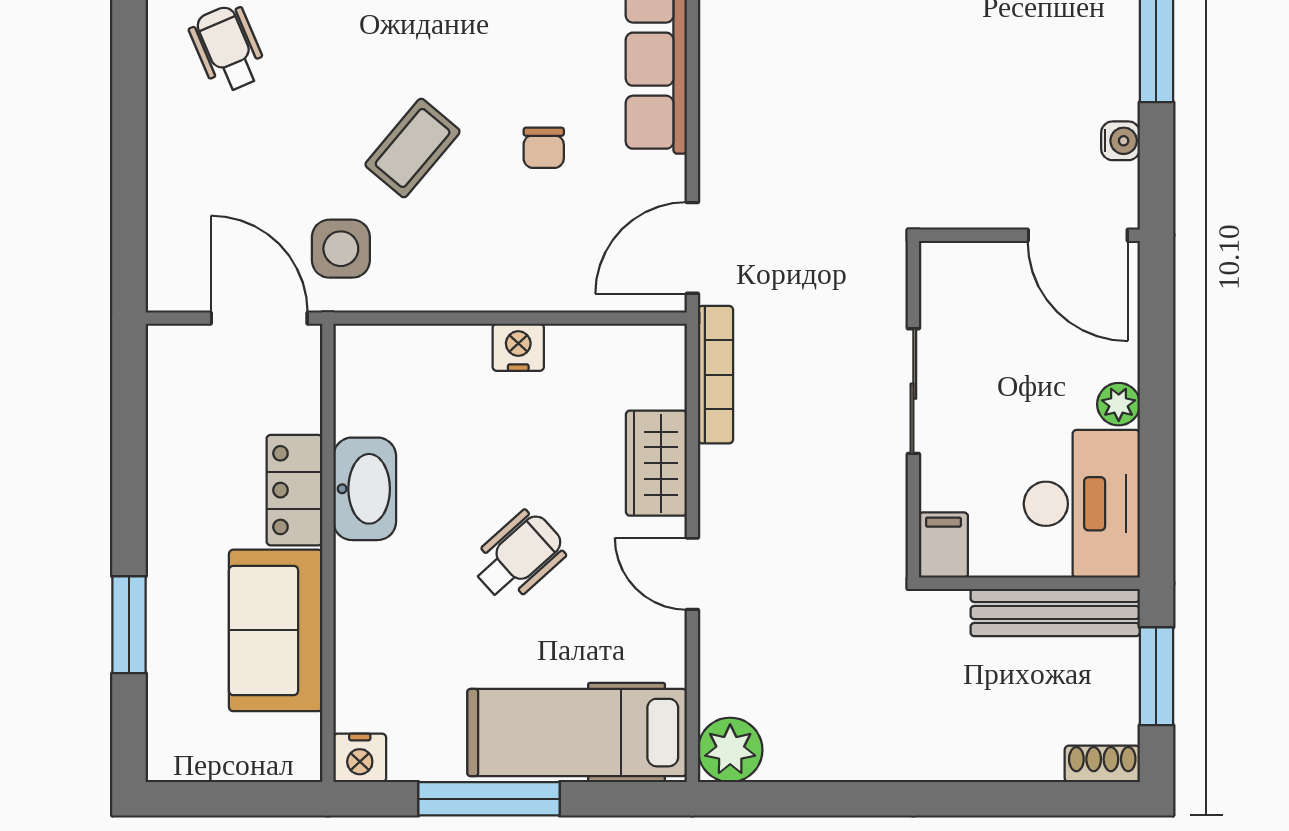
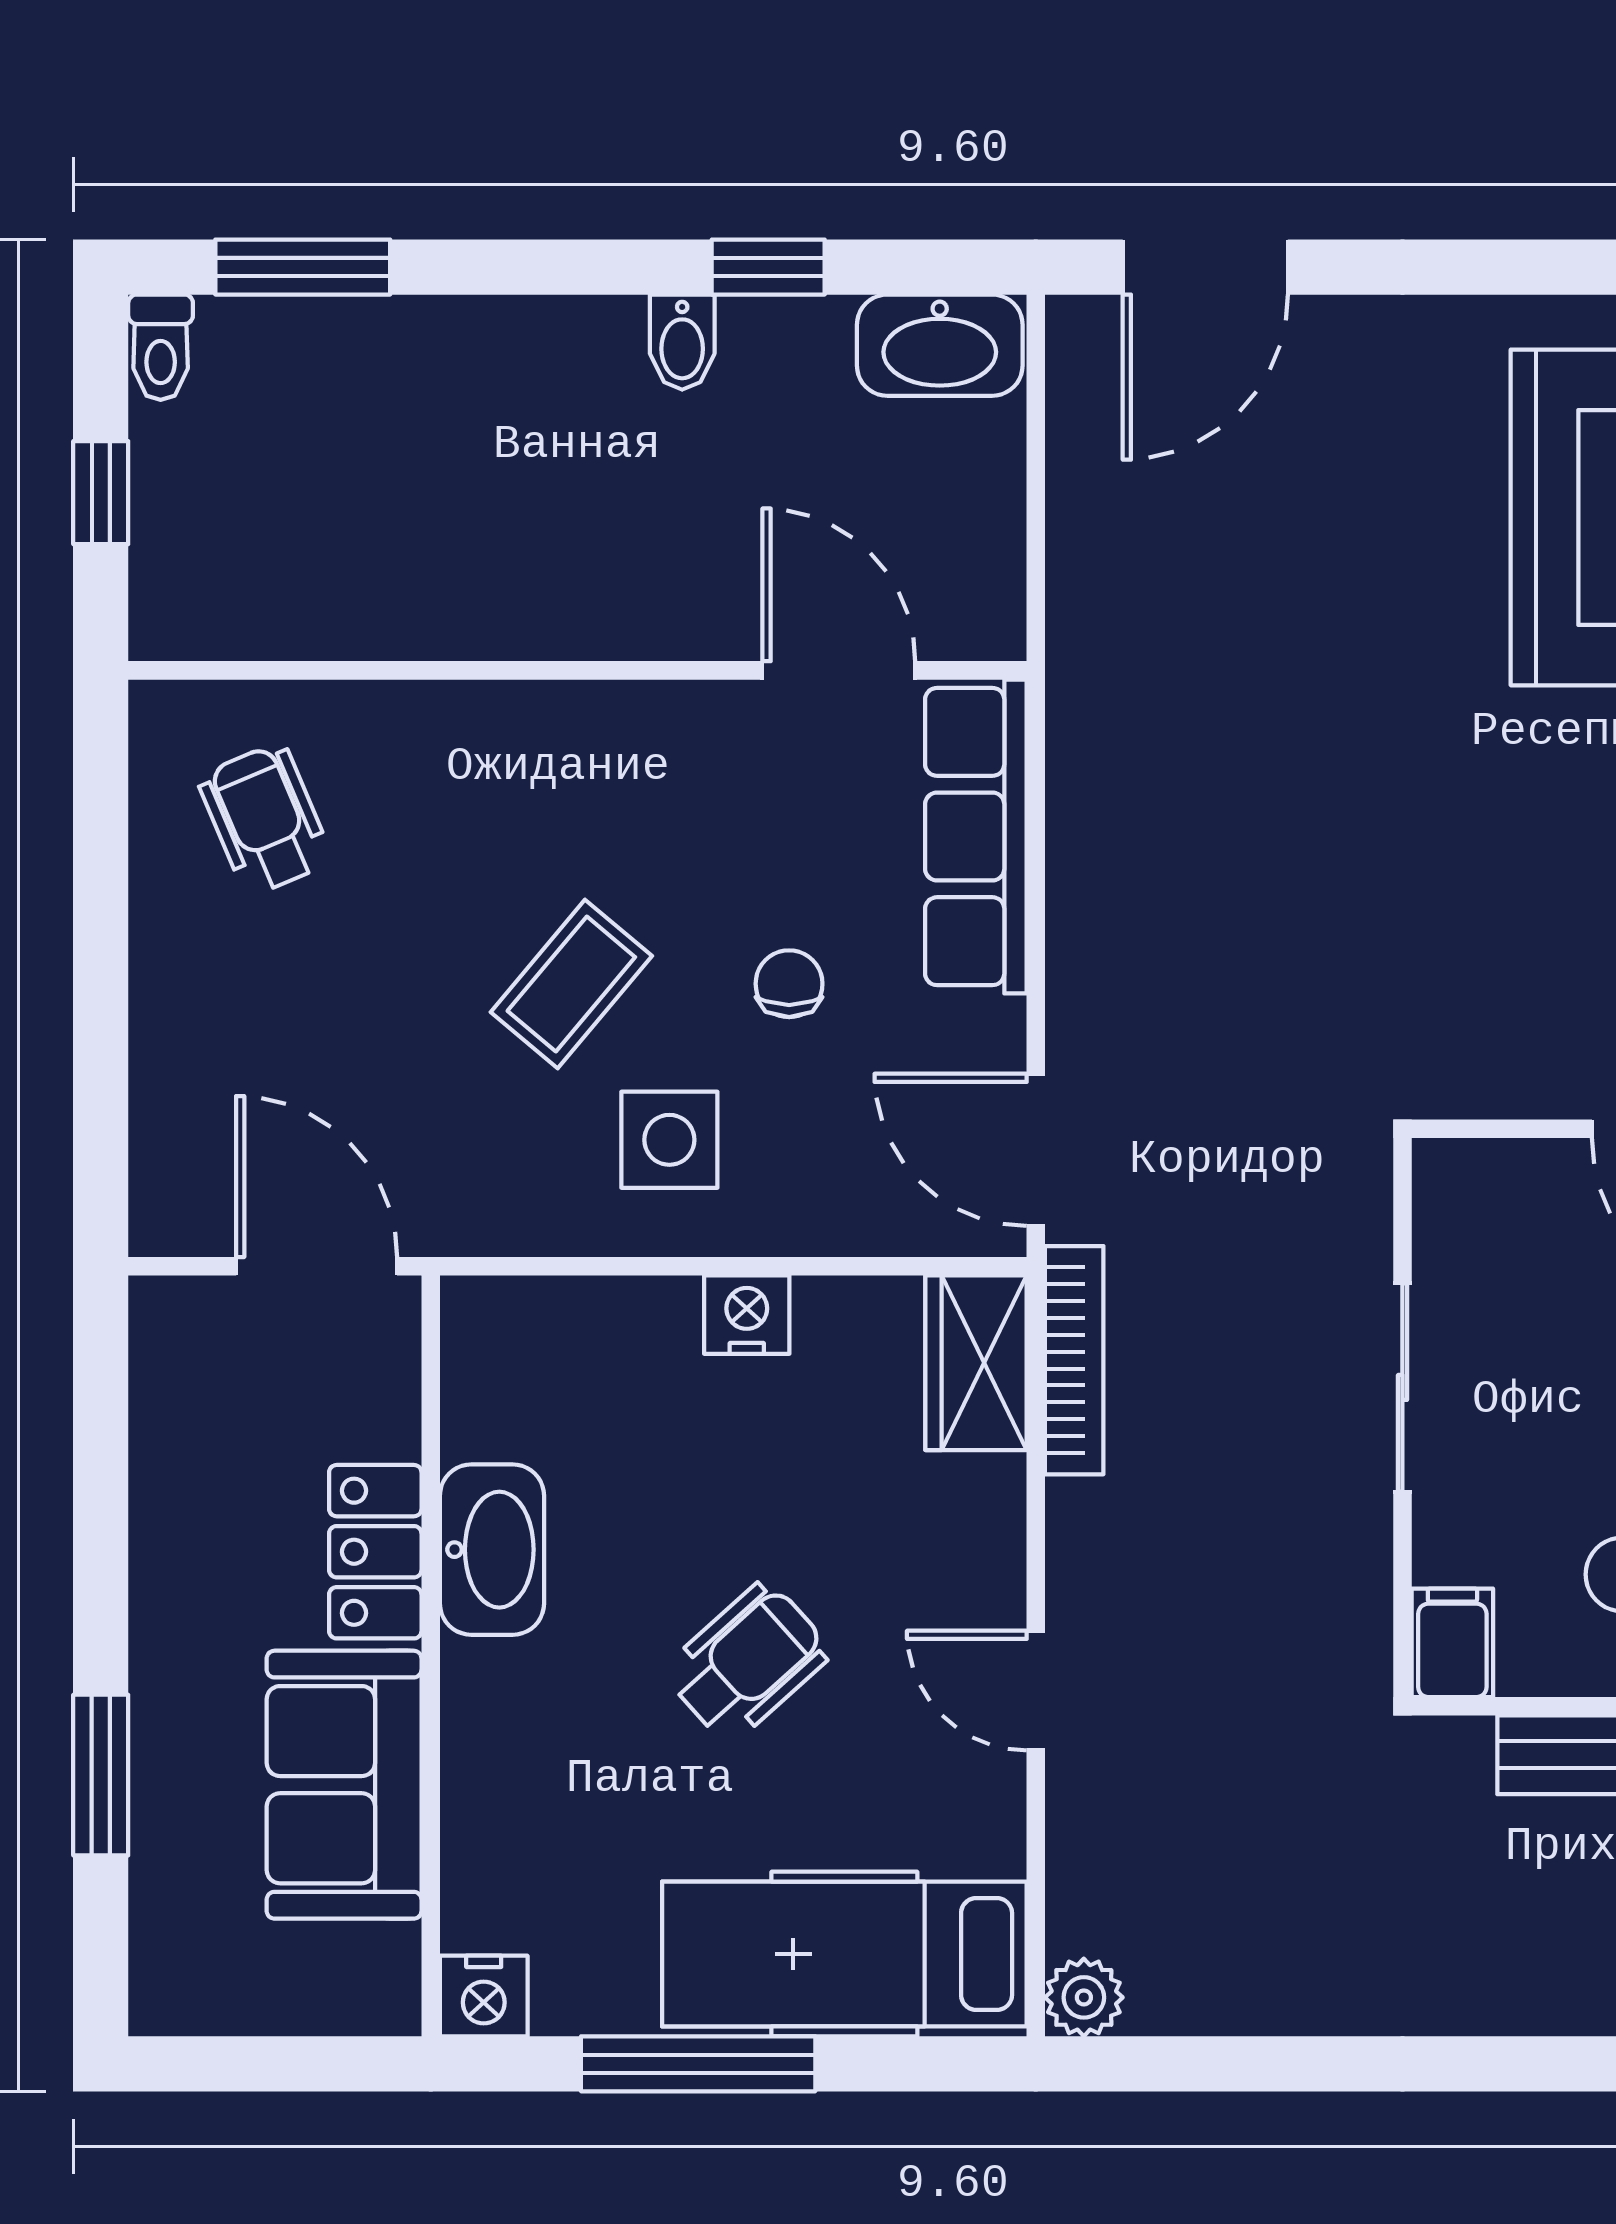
chair: (544, 148) -> (789, 984), turned 180
door: (692, 248) -> (1036, 1150), hinge flipped
side table: (341, 249) -> (669, 1140), moved
wardrobe: (656, 463) -> (976, 1363), moved
plant: (730, 750) -> (1084, 1997), width x0.73, depth x0.73

